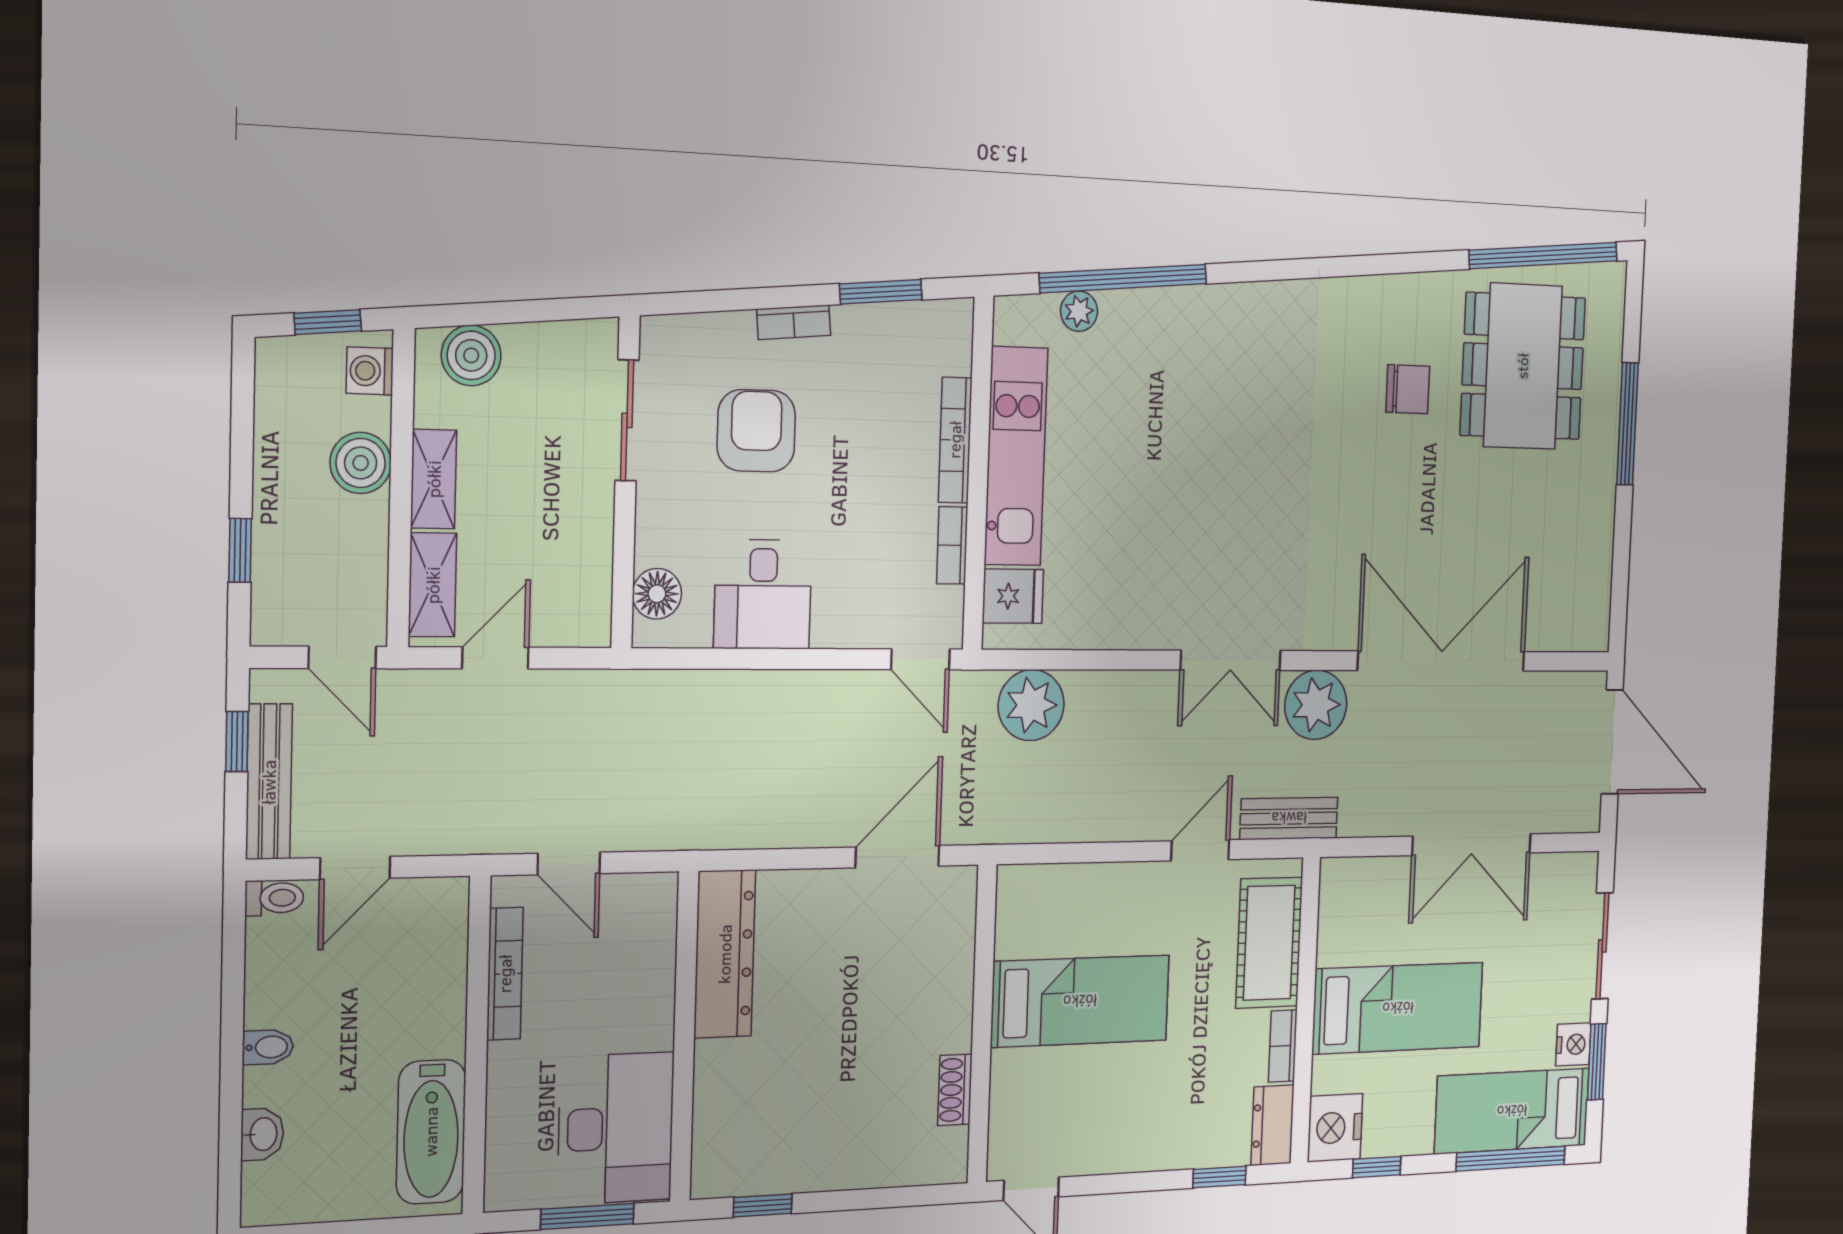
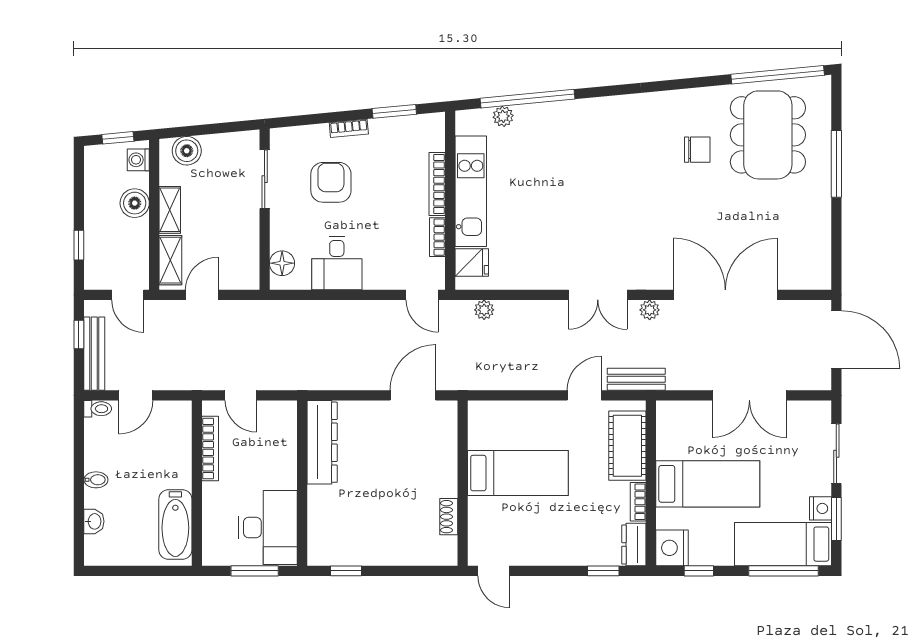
plant: (1031, 705) -> (484, 310), width x0.53, depth x0.53
plant: (1316, 705) -> (650, 310), width x0.53, depth x0.53

